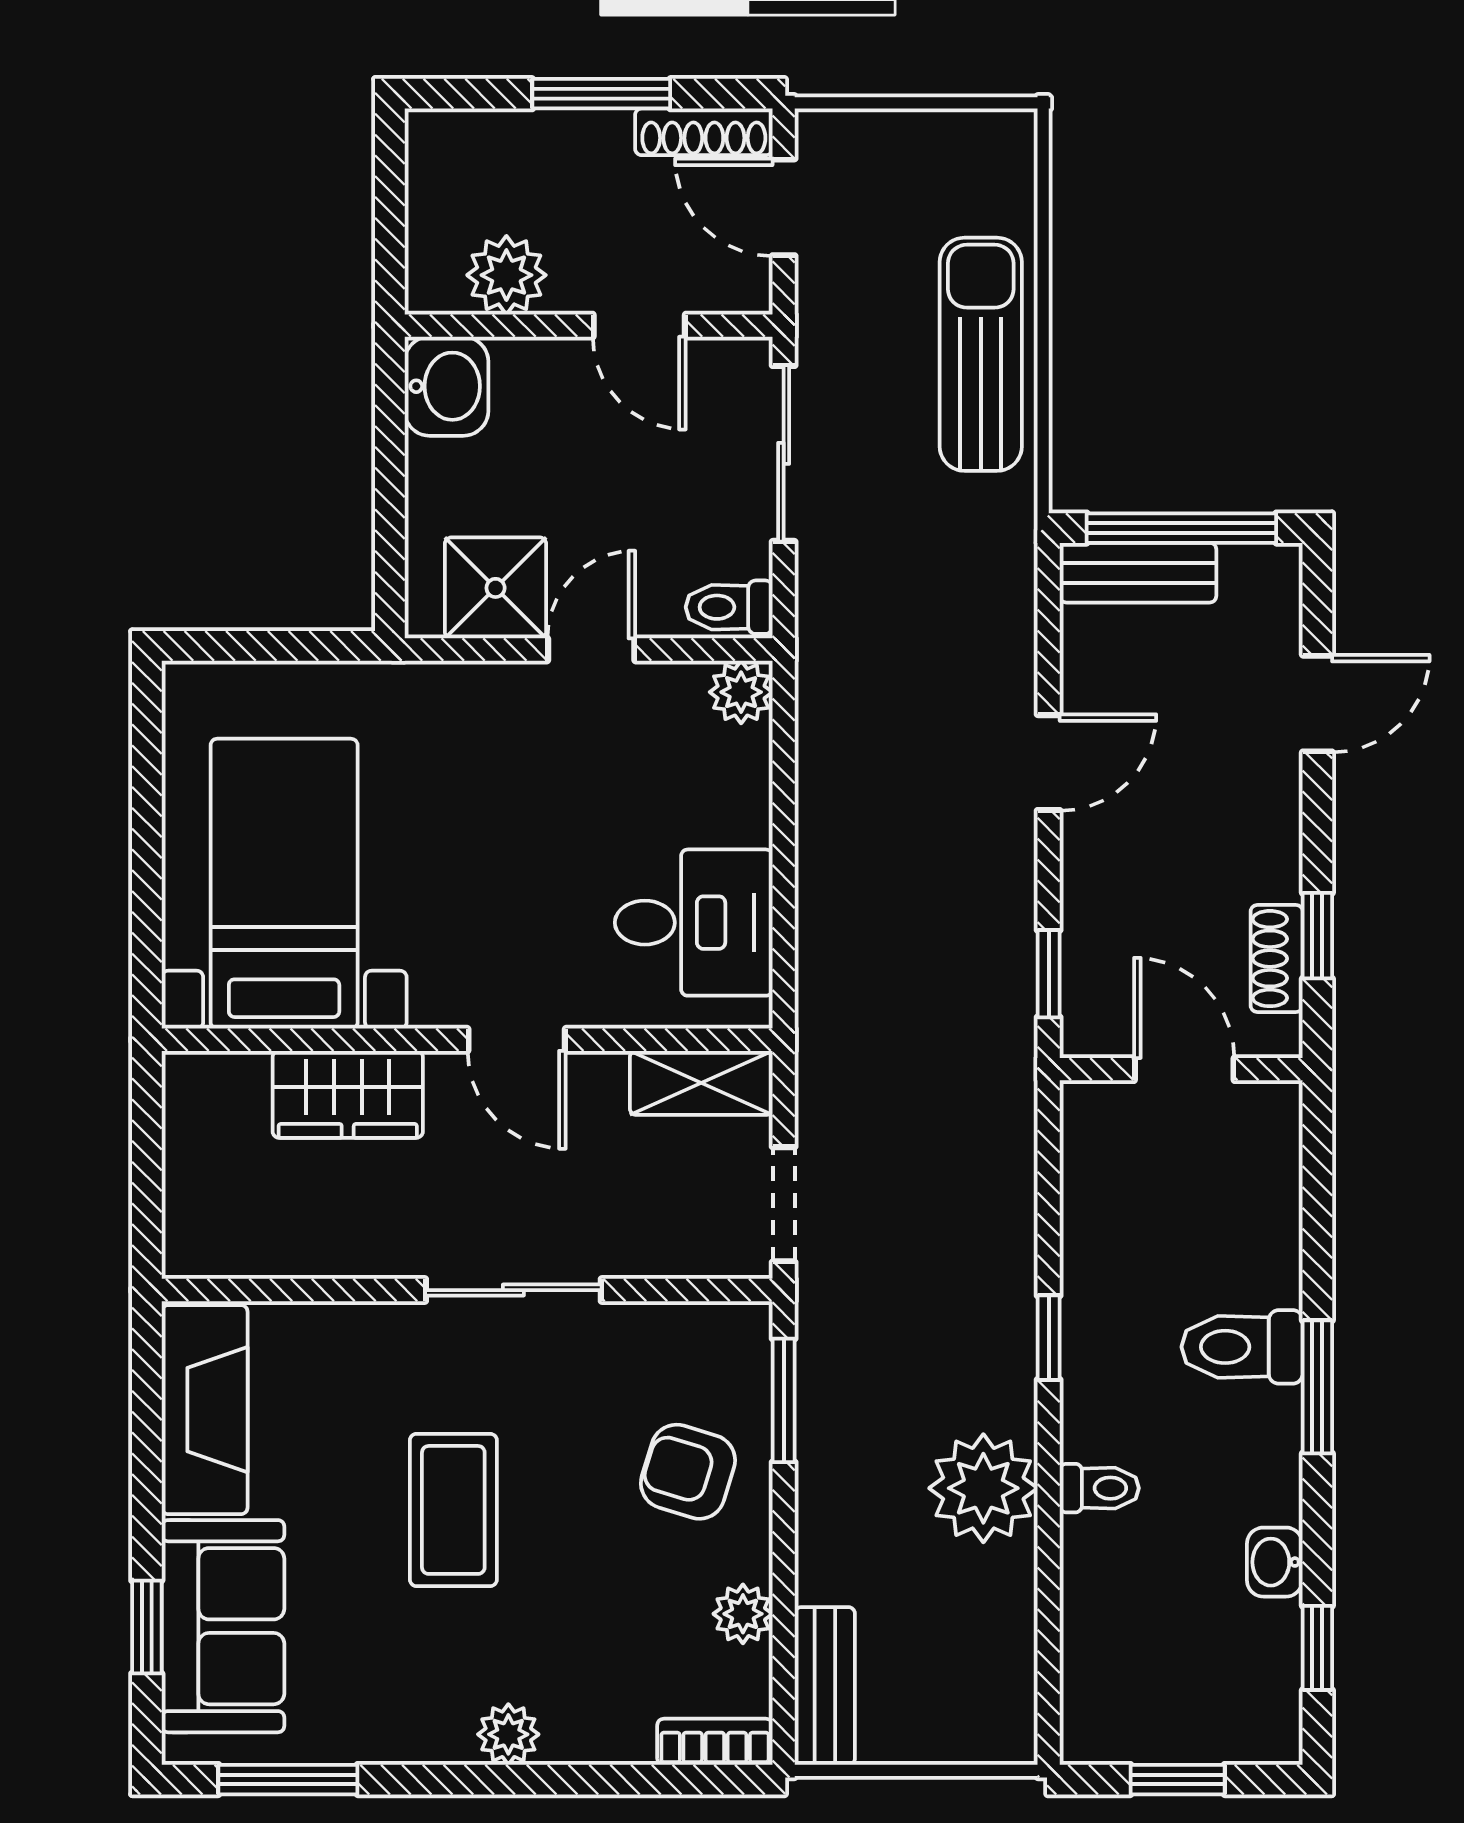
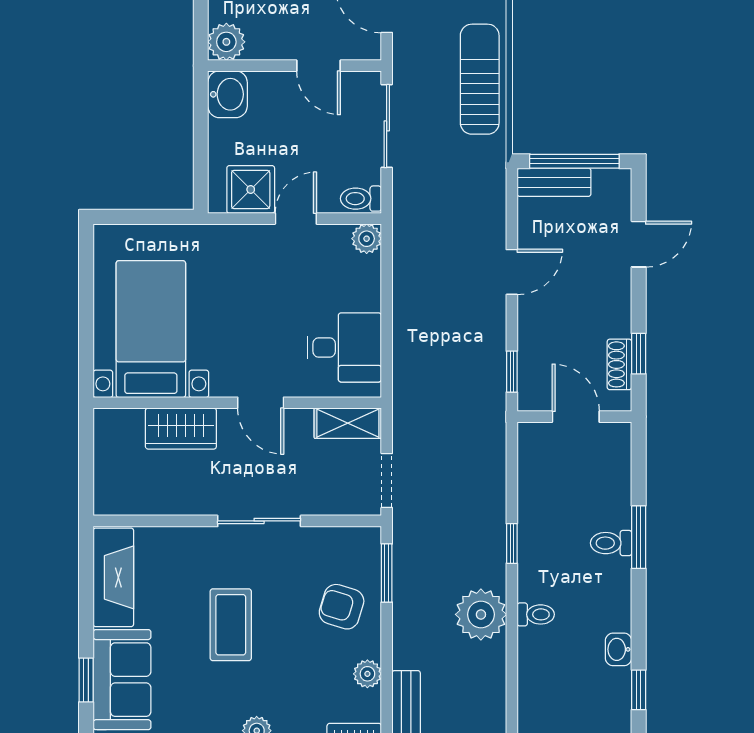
plant: (506, 275) -> (226, 42), moved
toilet: (1242, 1347) -> (611, 543), width x0.73, depth x0.72
window: (1317, 1387) -> (639, 537), moved

